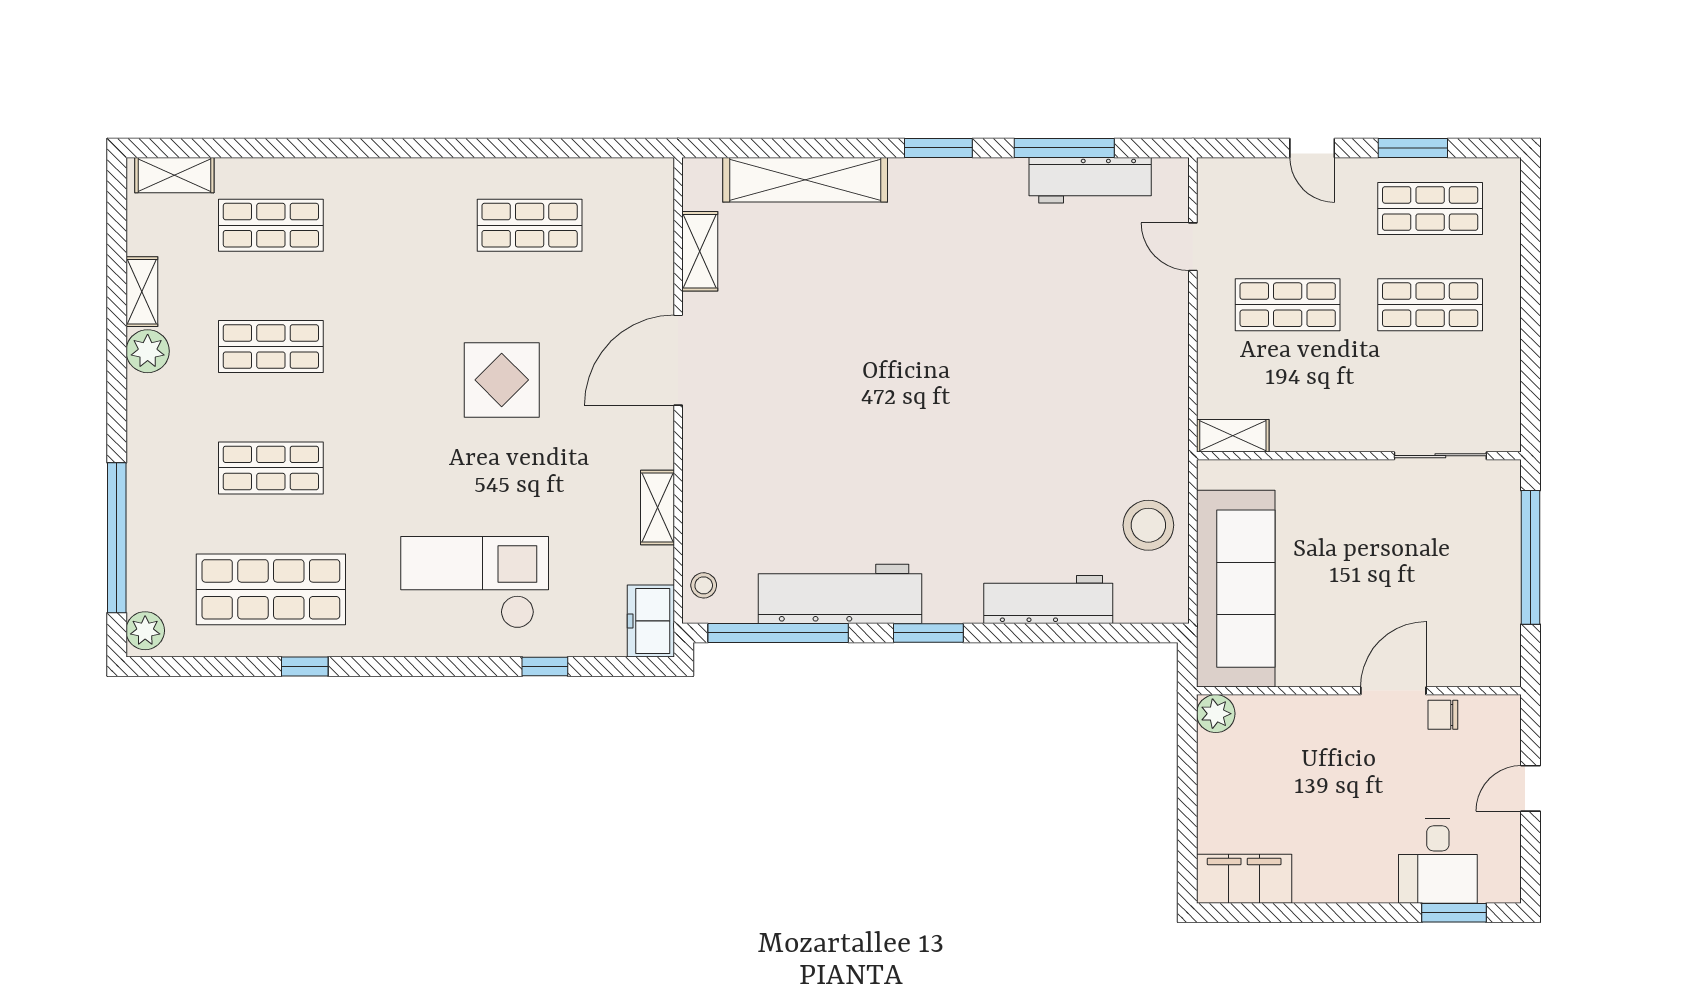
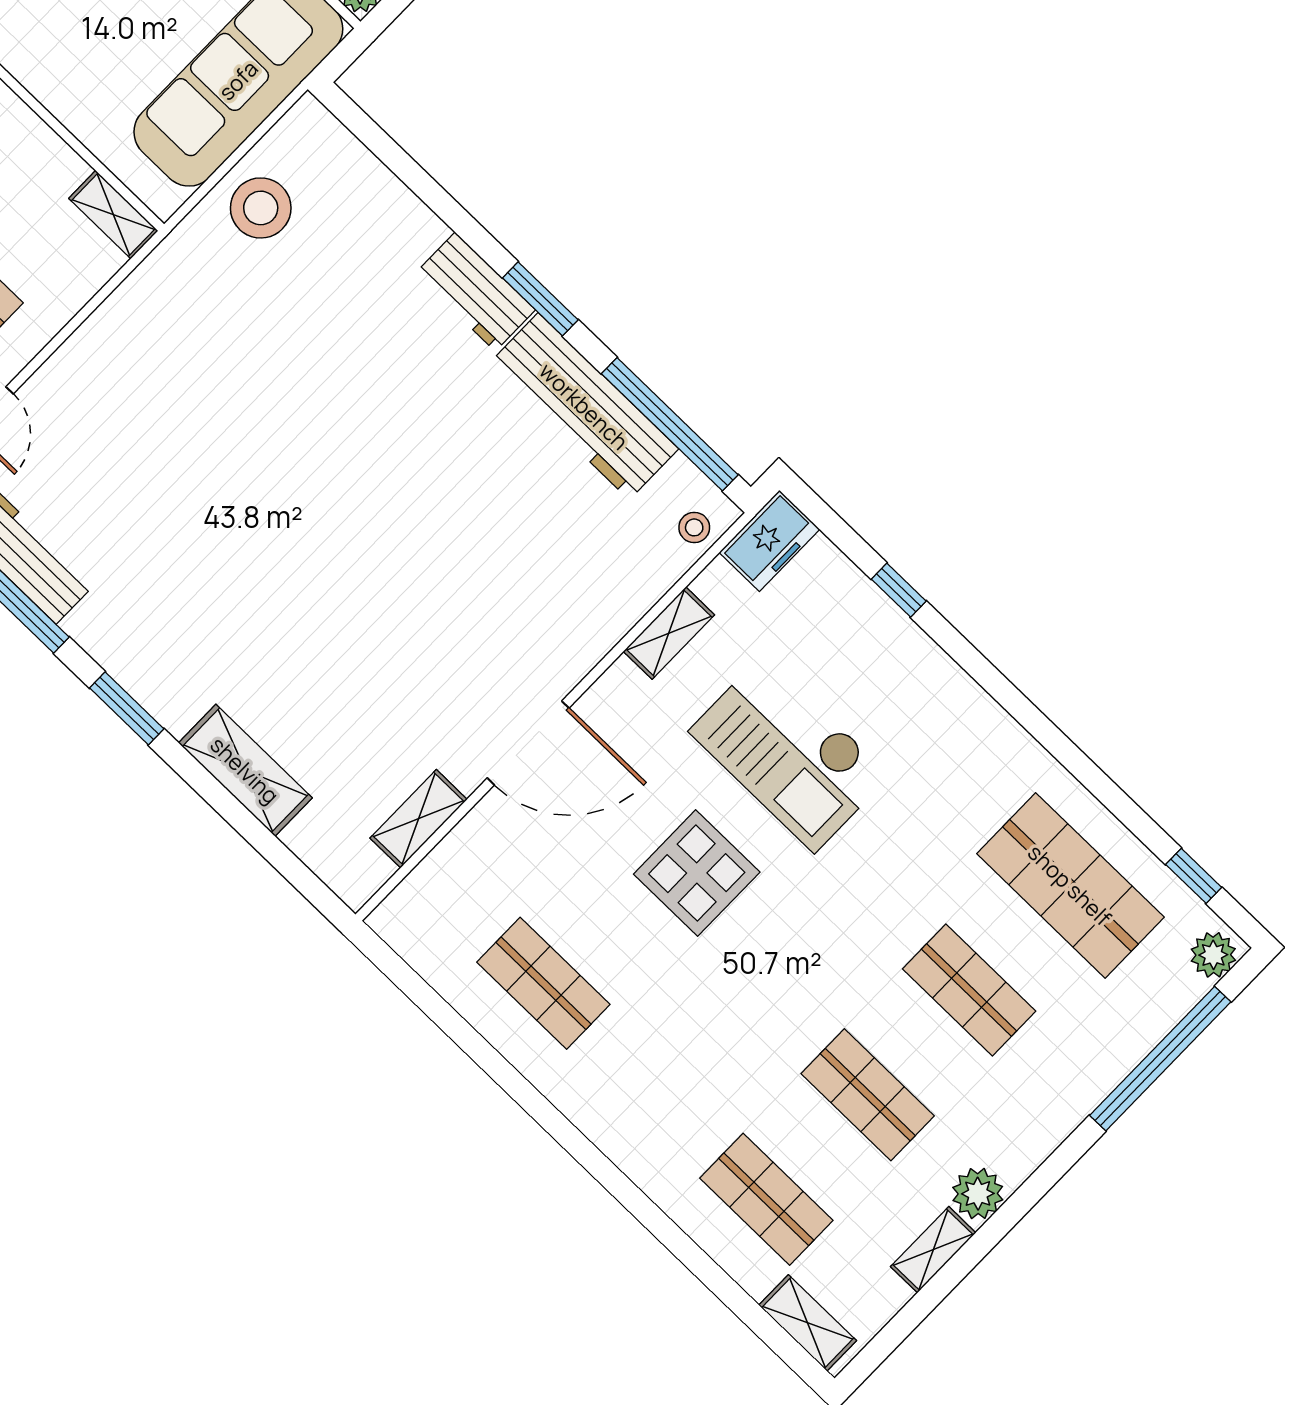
shelving: (805, 180) -> (245, 770), width x0.68
checkout: (475, 582) -> (789, 753), moved
workbench: (1048, 599) -> (475, 292), moved, width x0.73
window: (305, 666) -> (1194, 876), moved

